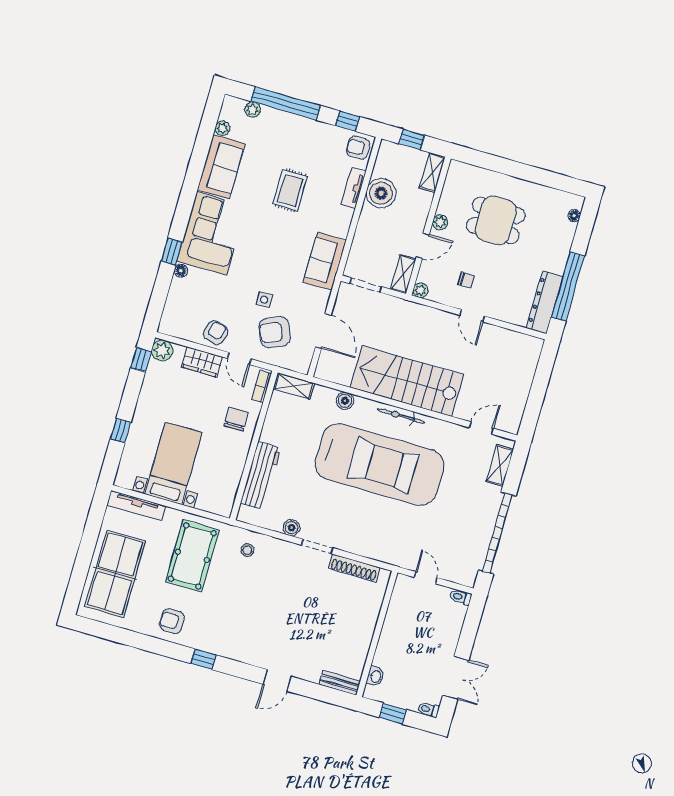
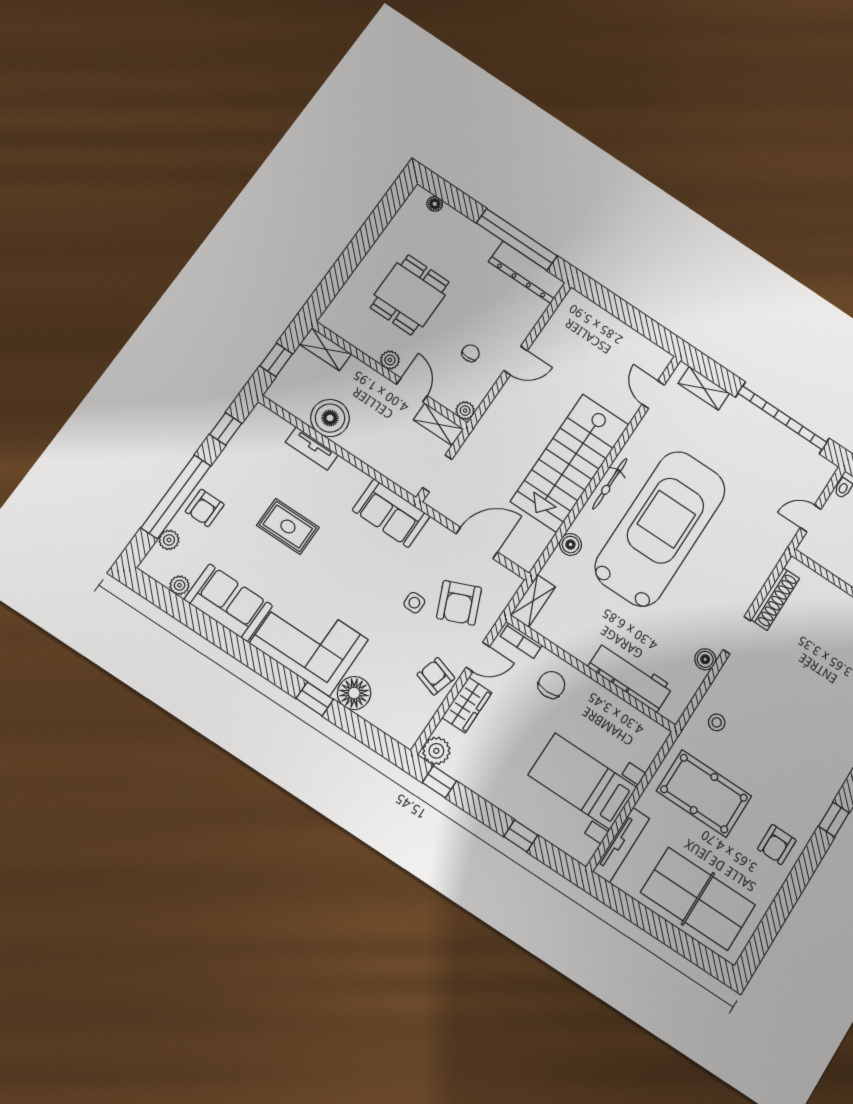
armchair: (358, 148) -> (205, 508), moved
floor lamp: (181, 271) -> (354, 693), width x1.89, depth x1.89
chair: (236, 419) -> (552, 685), turned 90

